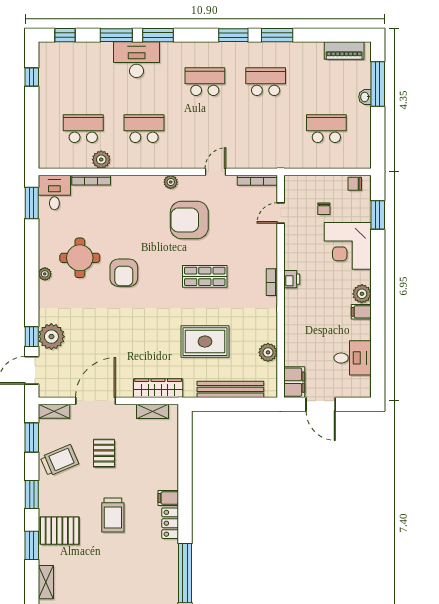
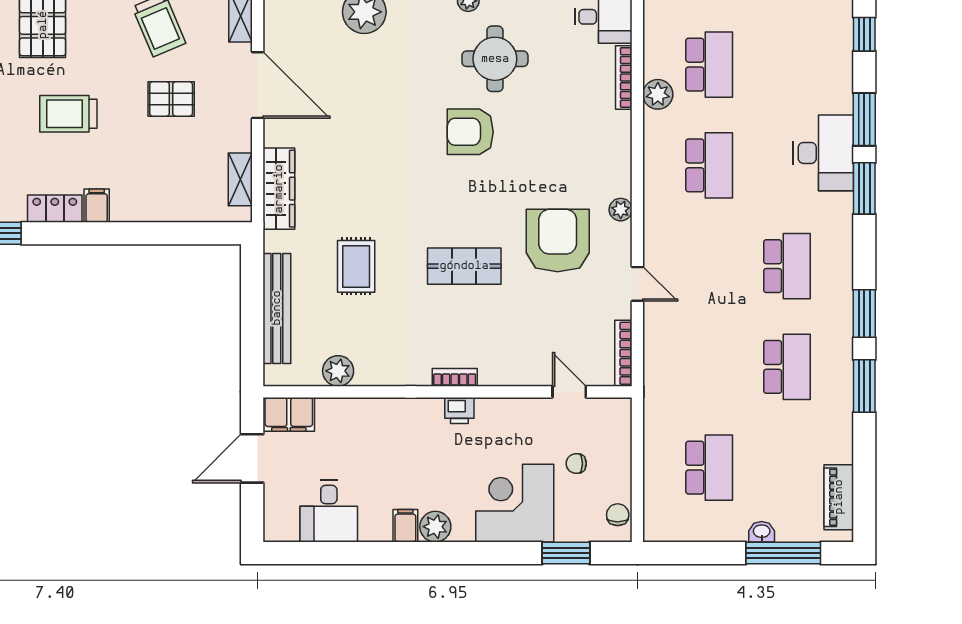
shop shelf: (205, 276) -> (464, 266), turned 90
rug: (205, 342) -> (356, 266), width x0.73, depth x0.70

